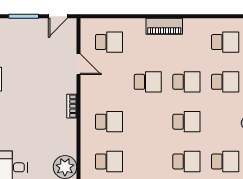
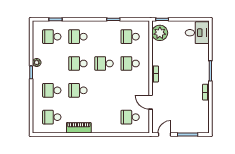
piano: (164, 26) -> (79, 128), moved
school desk: (148, 82) -> (104, 63), moved

